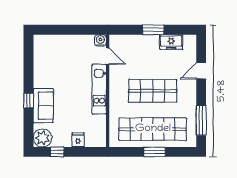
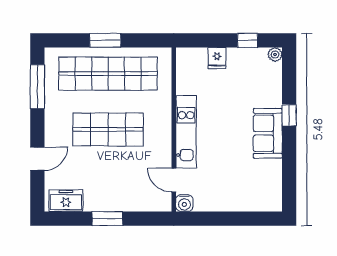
freezer: (171, 42) -> (66, 201), moved
sofa: (43, 106) -> (268, 133), moved
plant: (43, 138) -> (275, 55), width x0.53, depth x0.53

